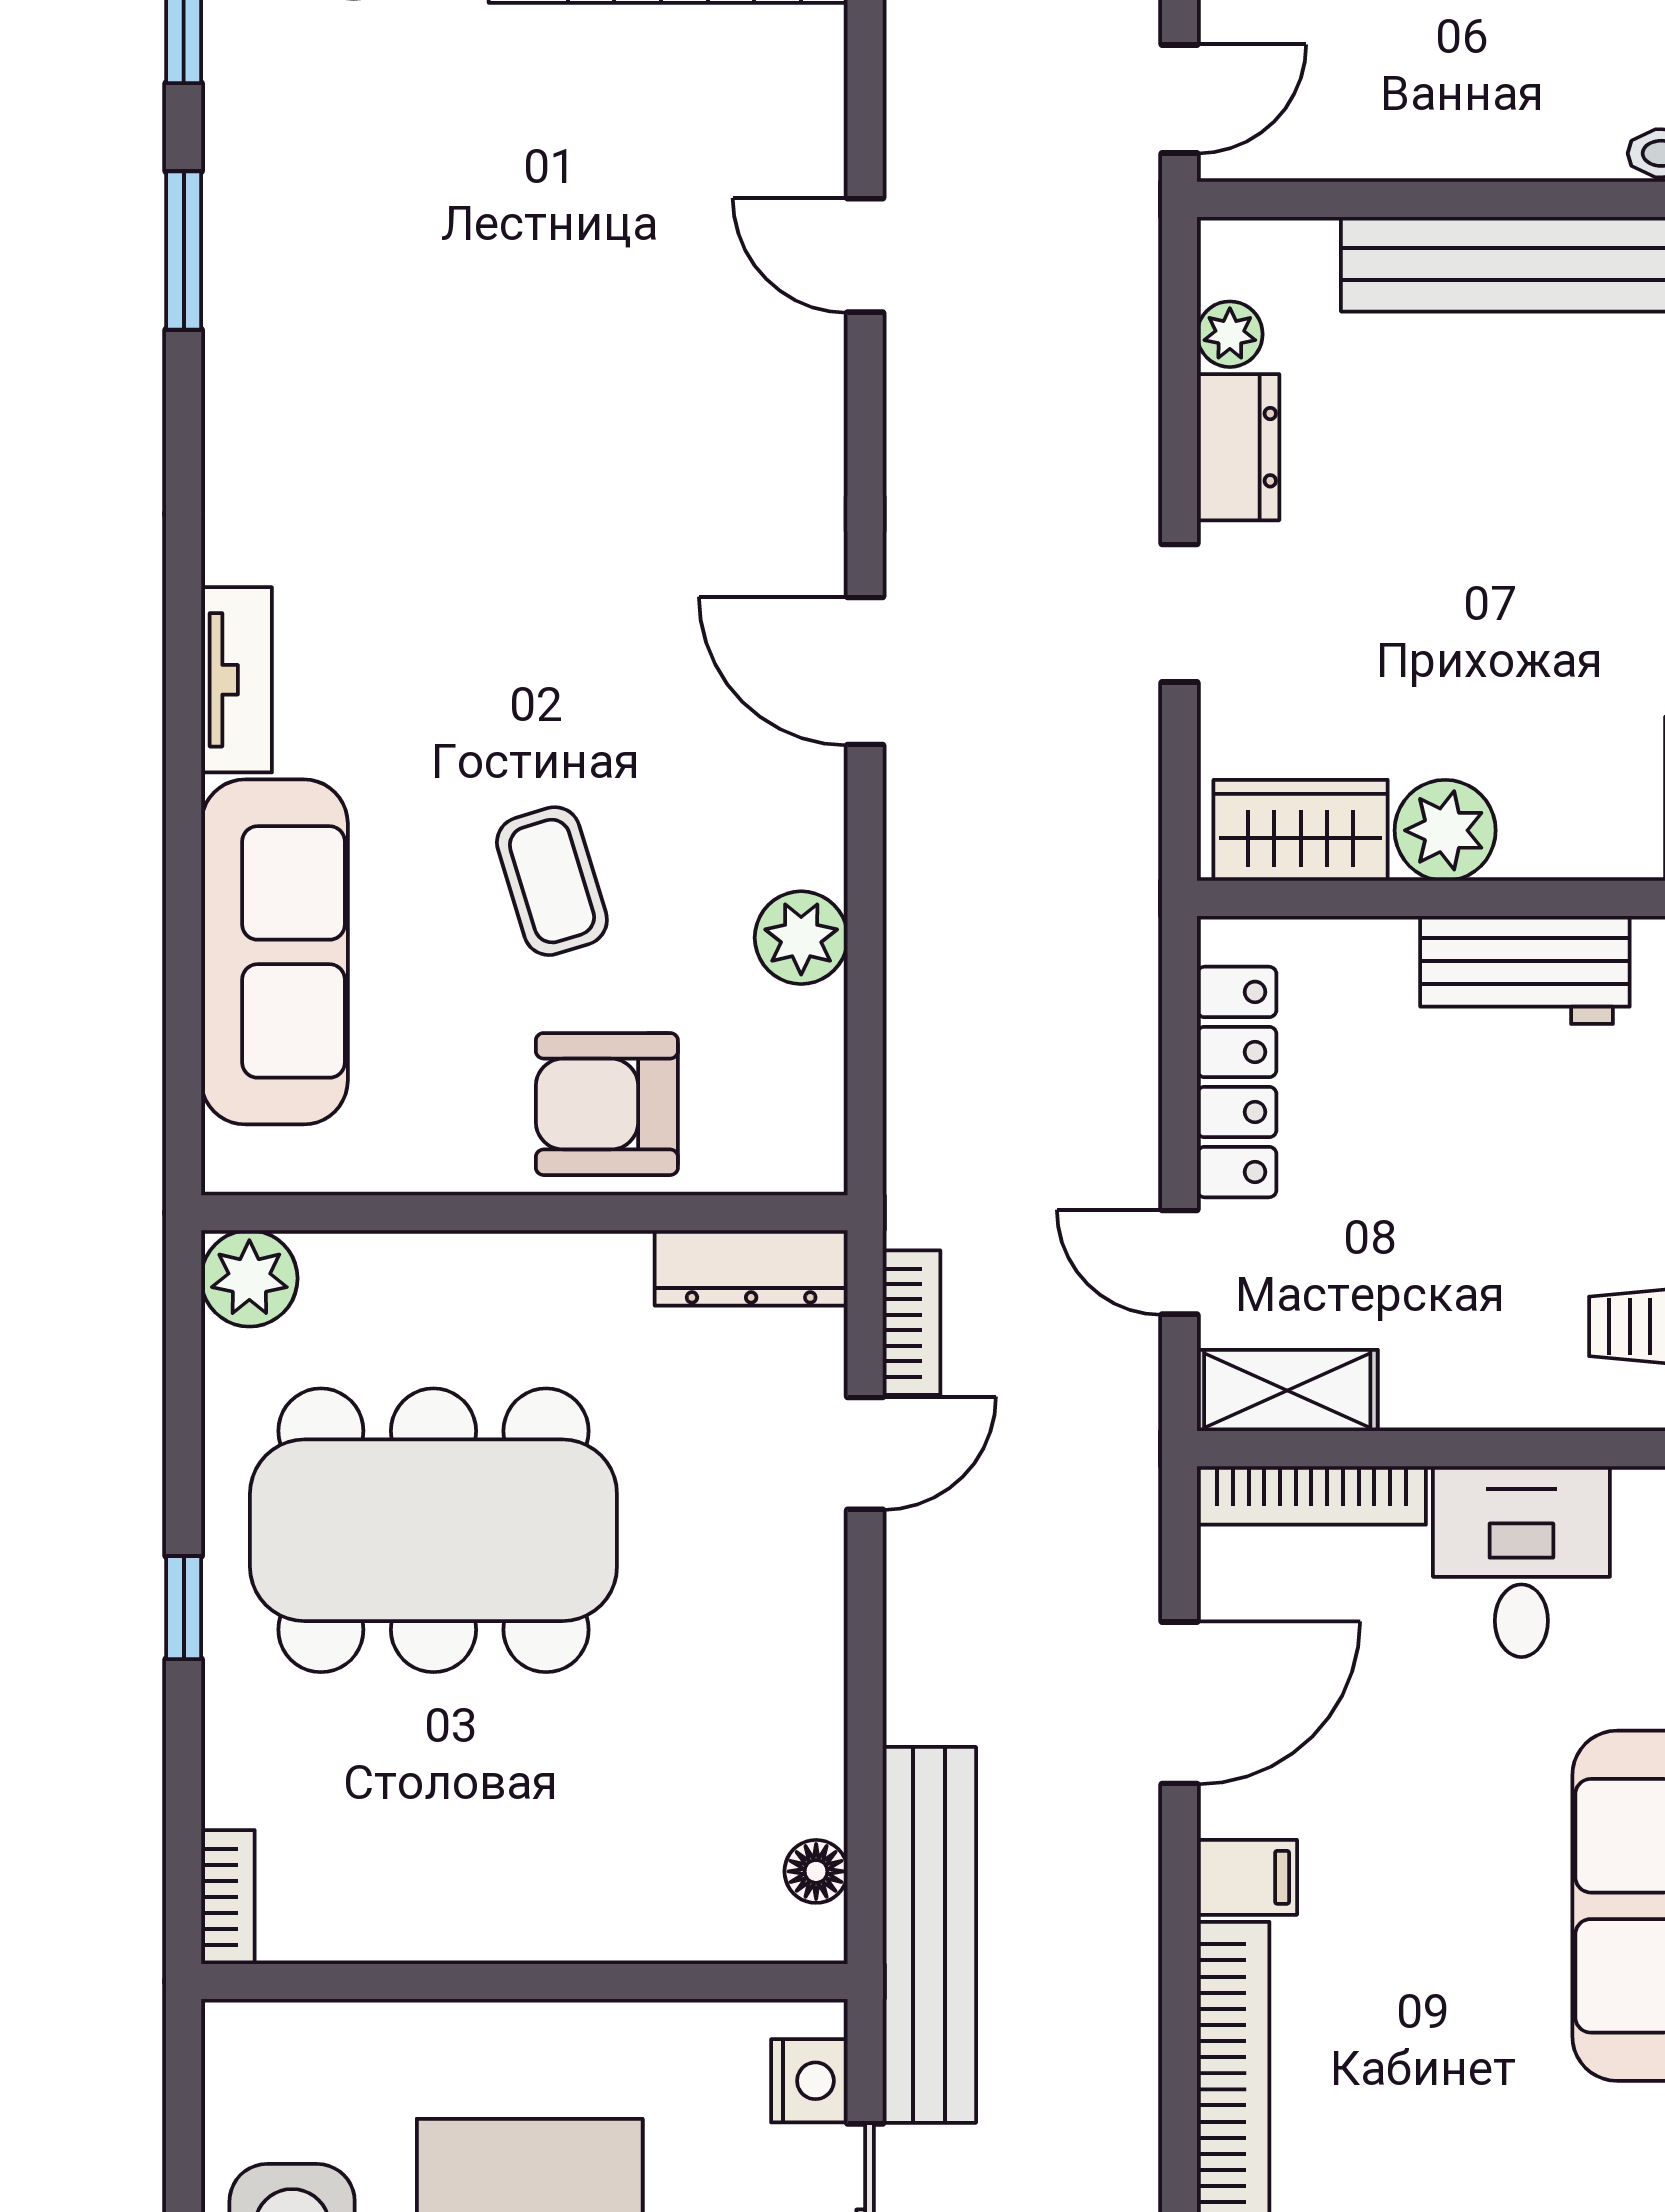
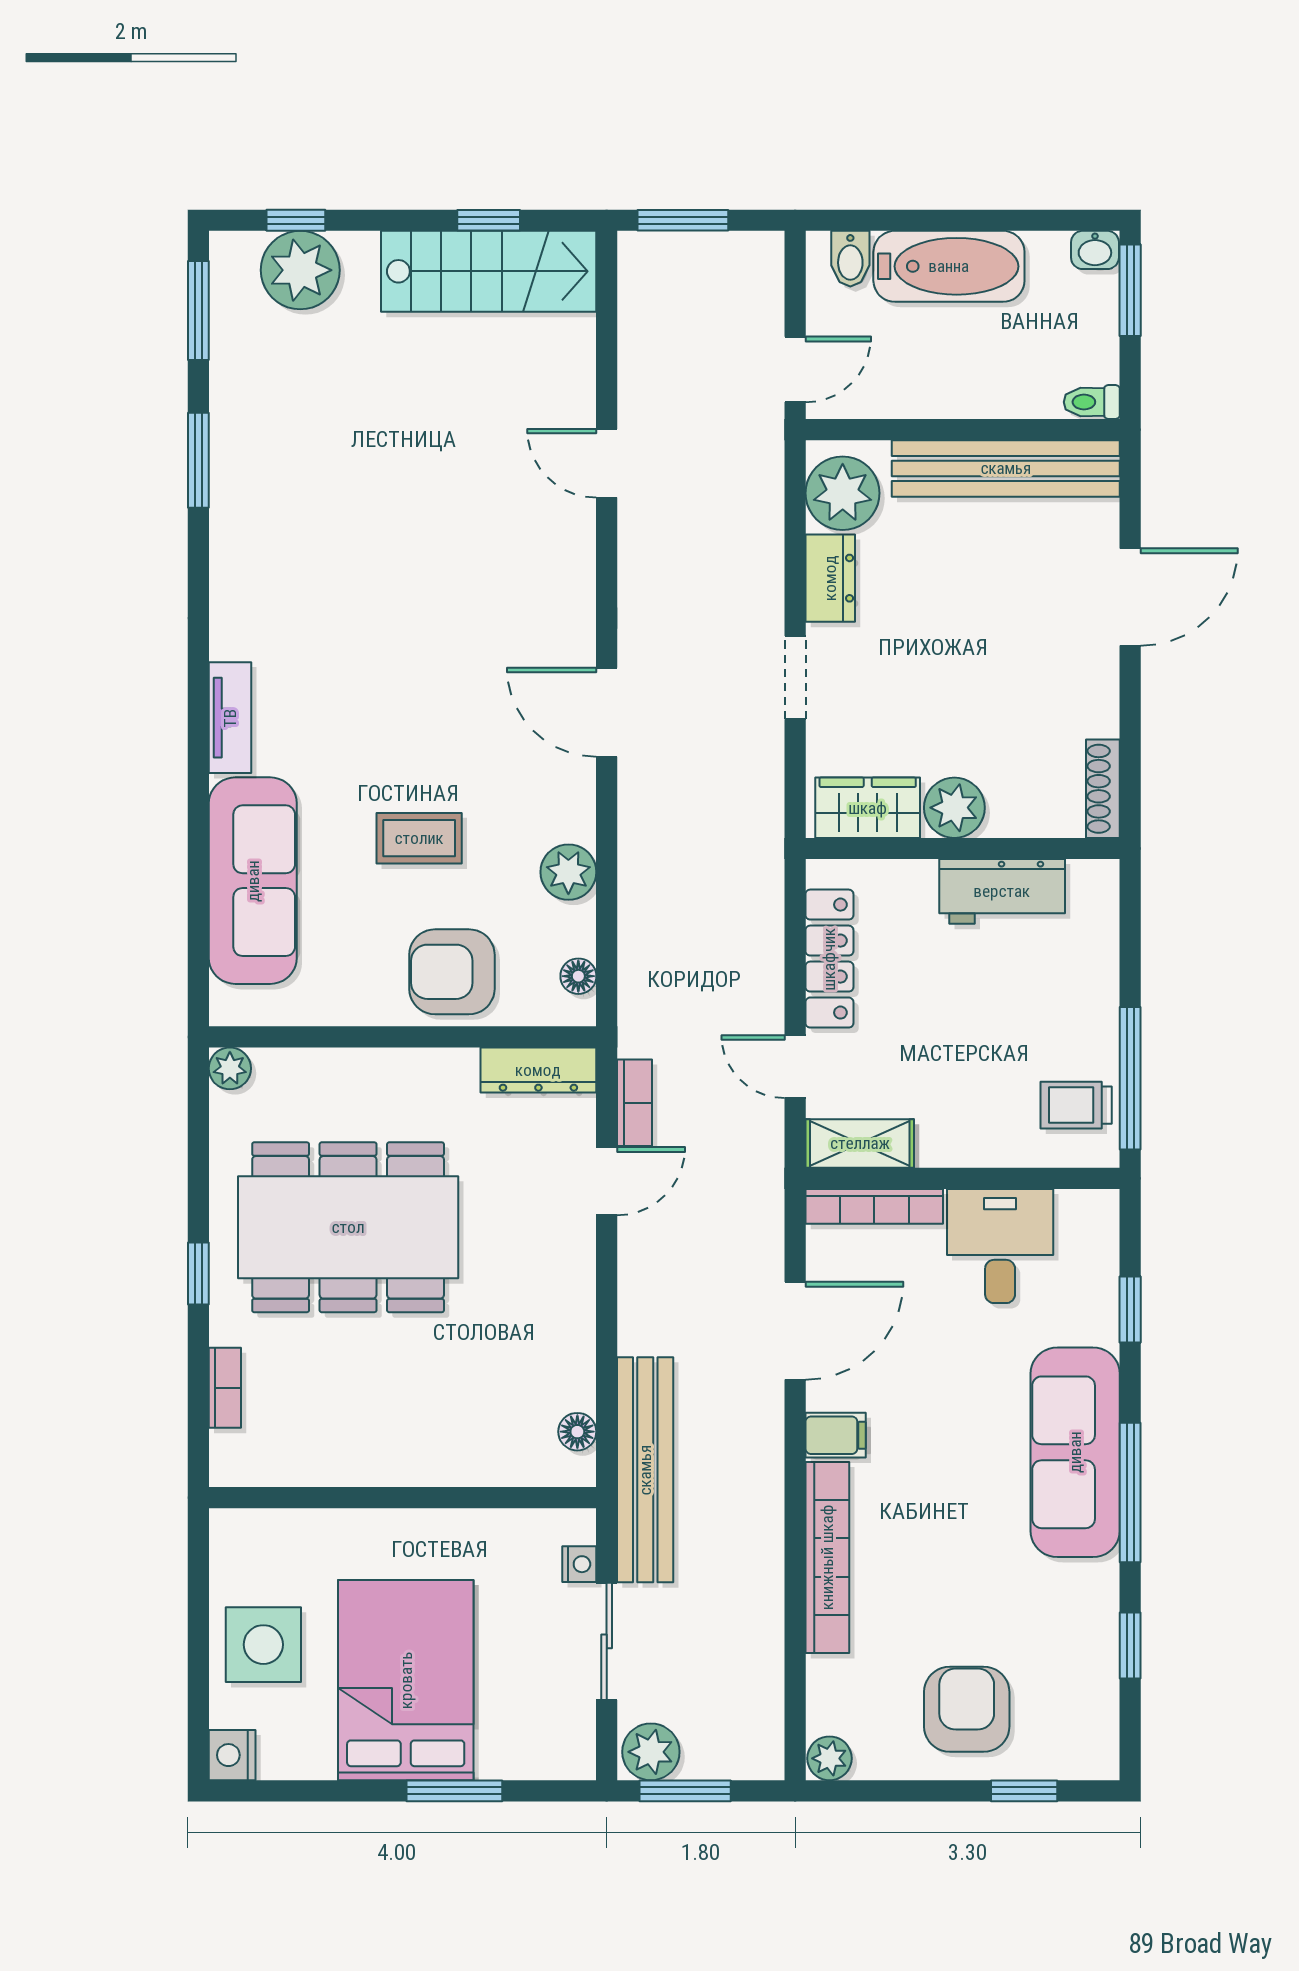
plant: (1230, 334) -> (843, 493), width x1.88, depth x1.88
coffee table: (552, 881) -> (419, 838), turned -73
floor lamp: (818, 1111) -> (578, 976), added
plant: (249, 1278) -> (230, 1068), width x0.73, depth x0.73
bookcase: (228, 1897) -> (225, 1388), moved
nightstand: (809, 2081) -> (579, 1564), width x0.72, depth x0.74

